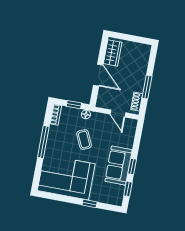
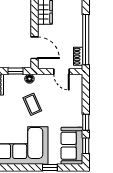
door: (98, 75) -> (34, 48), moved
window: (147, 87) -> (86, 40), width x2.11
sofa: (118, 166) -> (72, 146), moved

